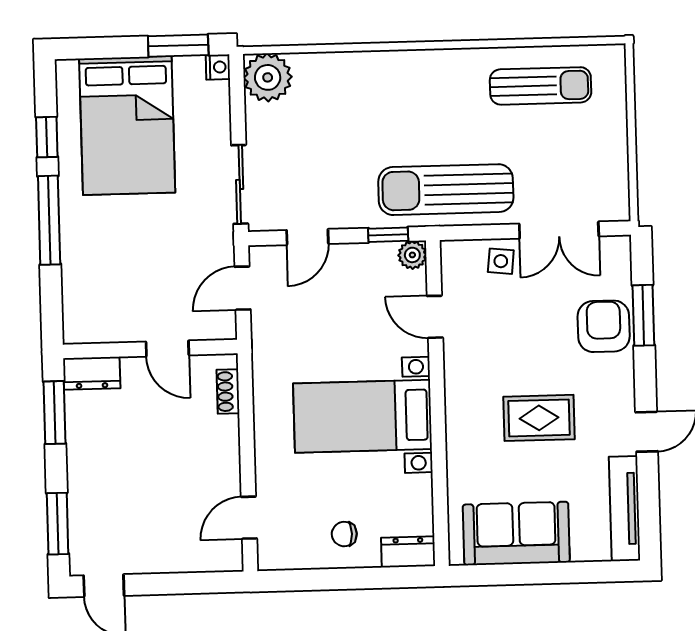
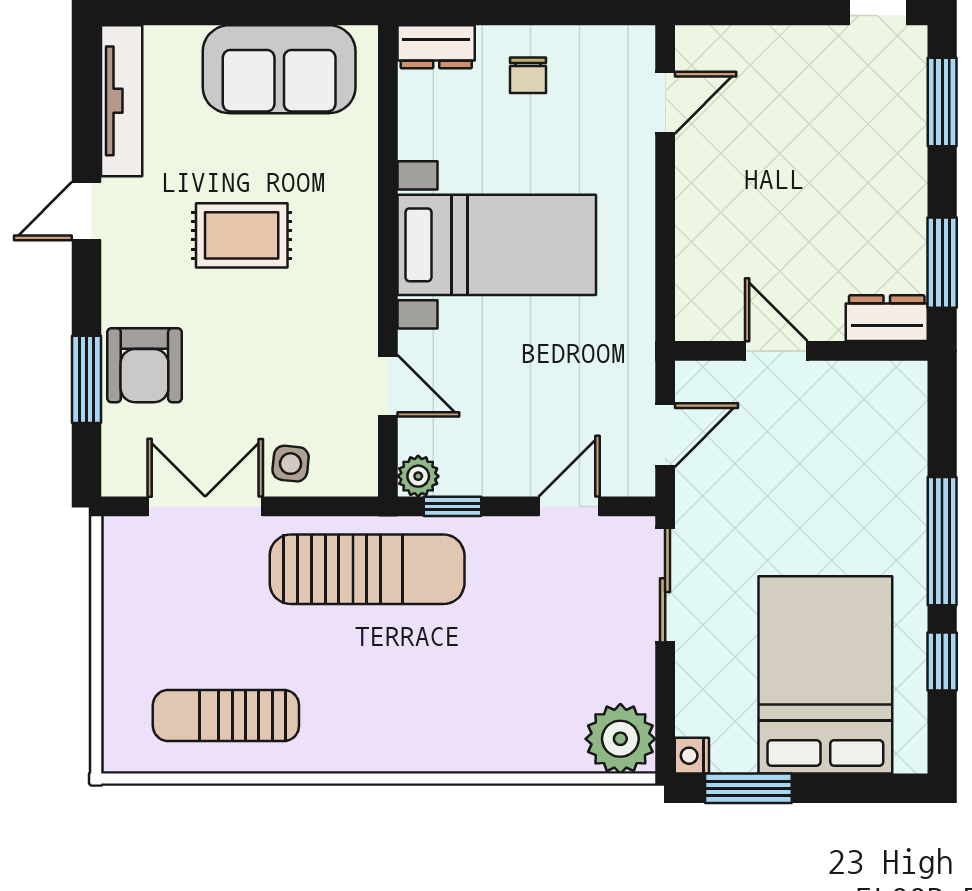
shoe rack: (228, 391) -> (690, 286), removed
chair: (344, 534) -> (528, 75), turned 90

